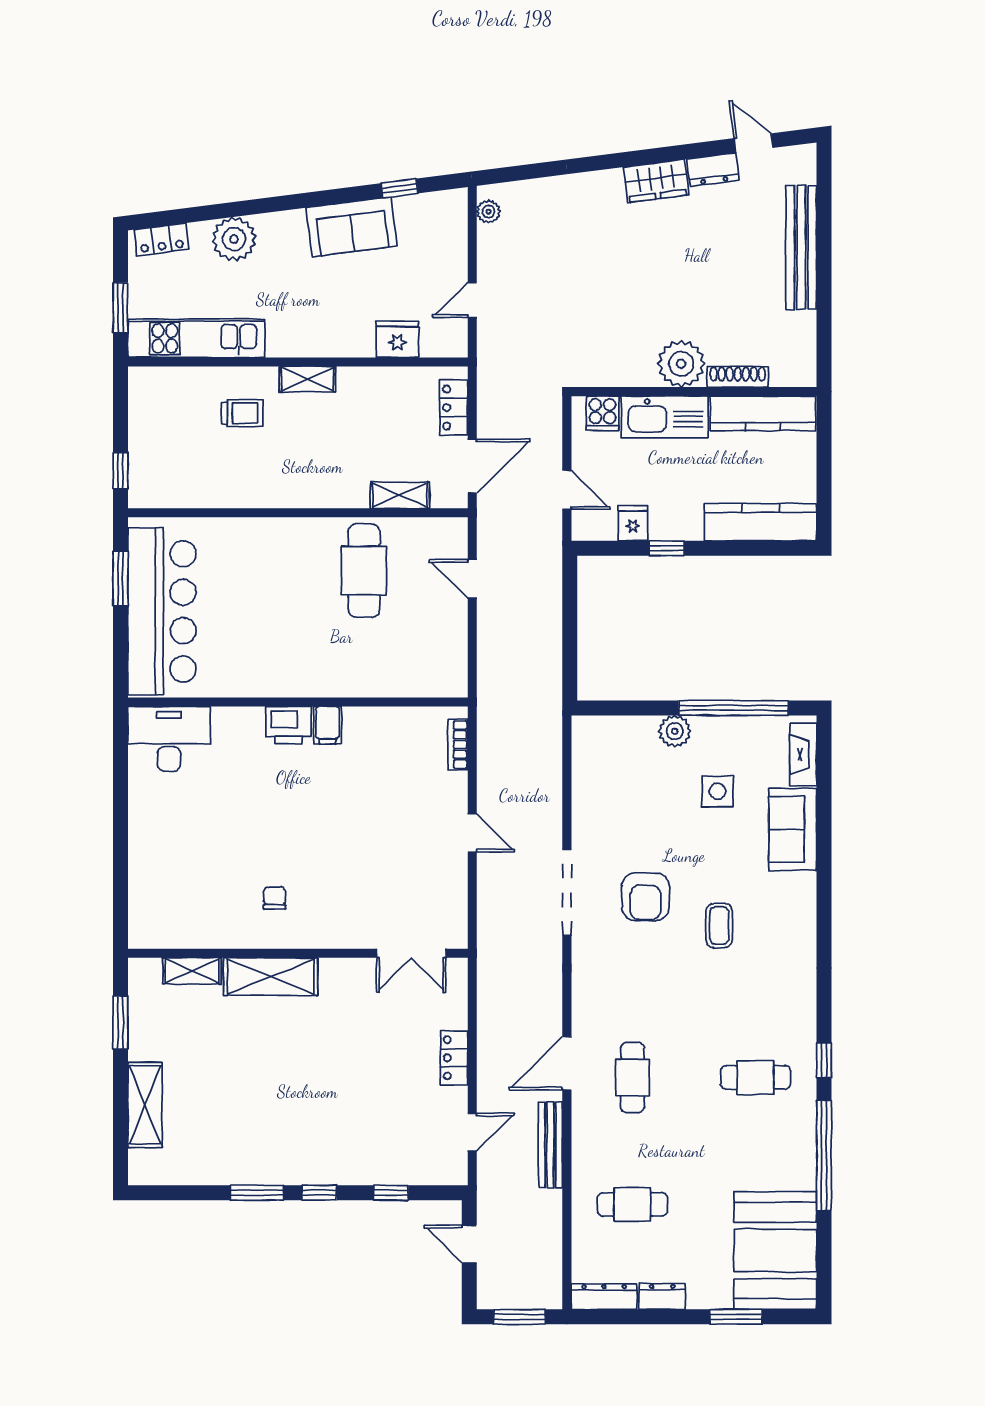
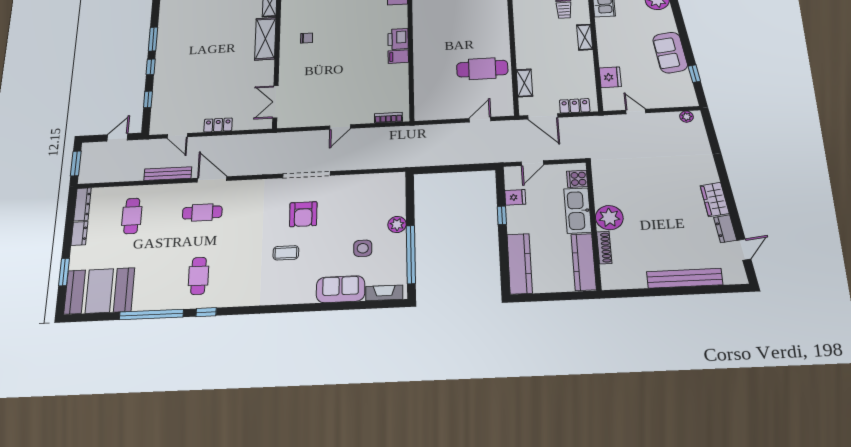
armchair: (646, 897) -> (303, 214), turned -90

